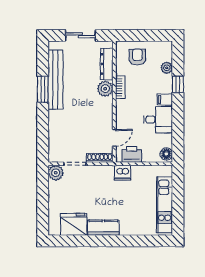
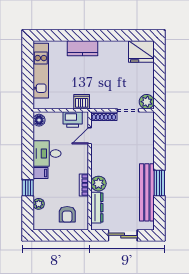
fridge: (74, 224) -> (141, 52), moved
kitchen counter: (103, 228) -> (83, 48), moved

